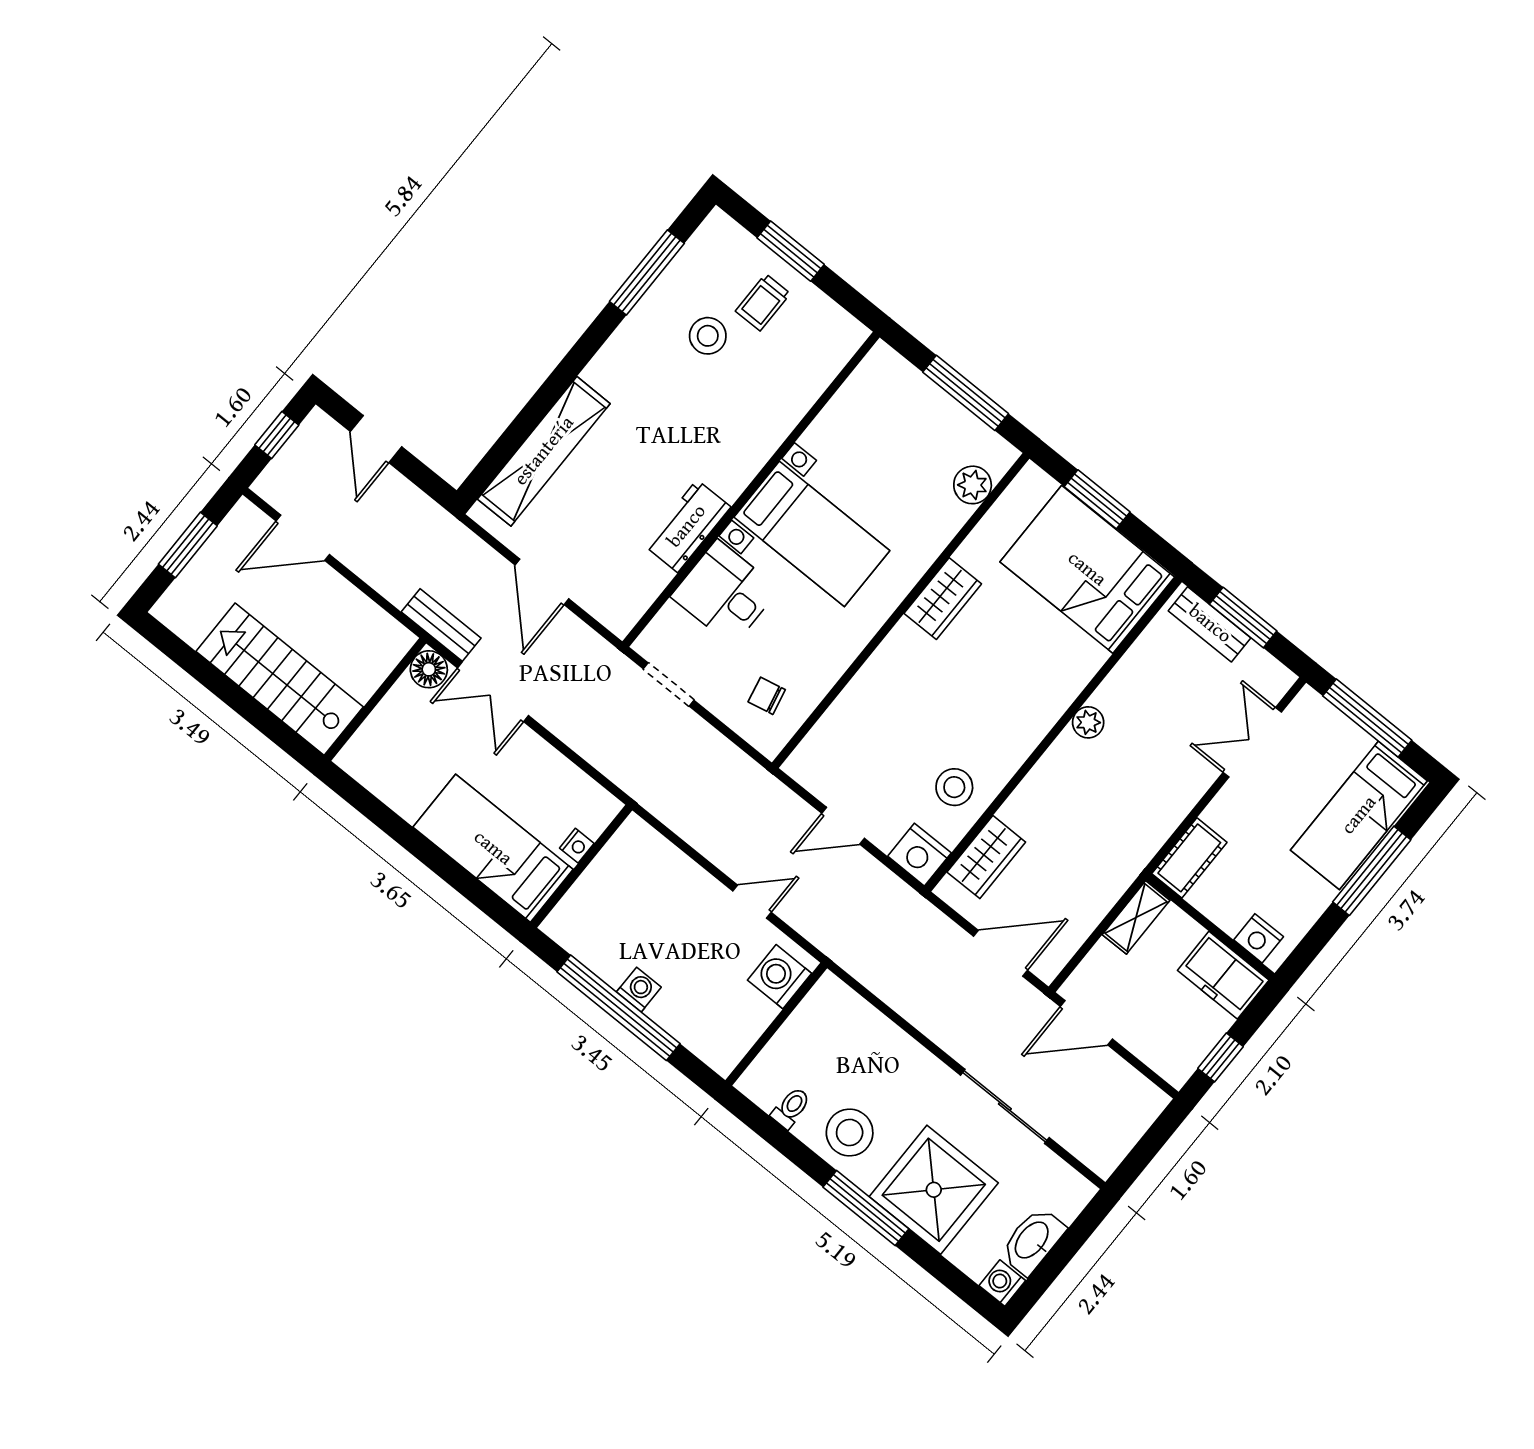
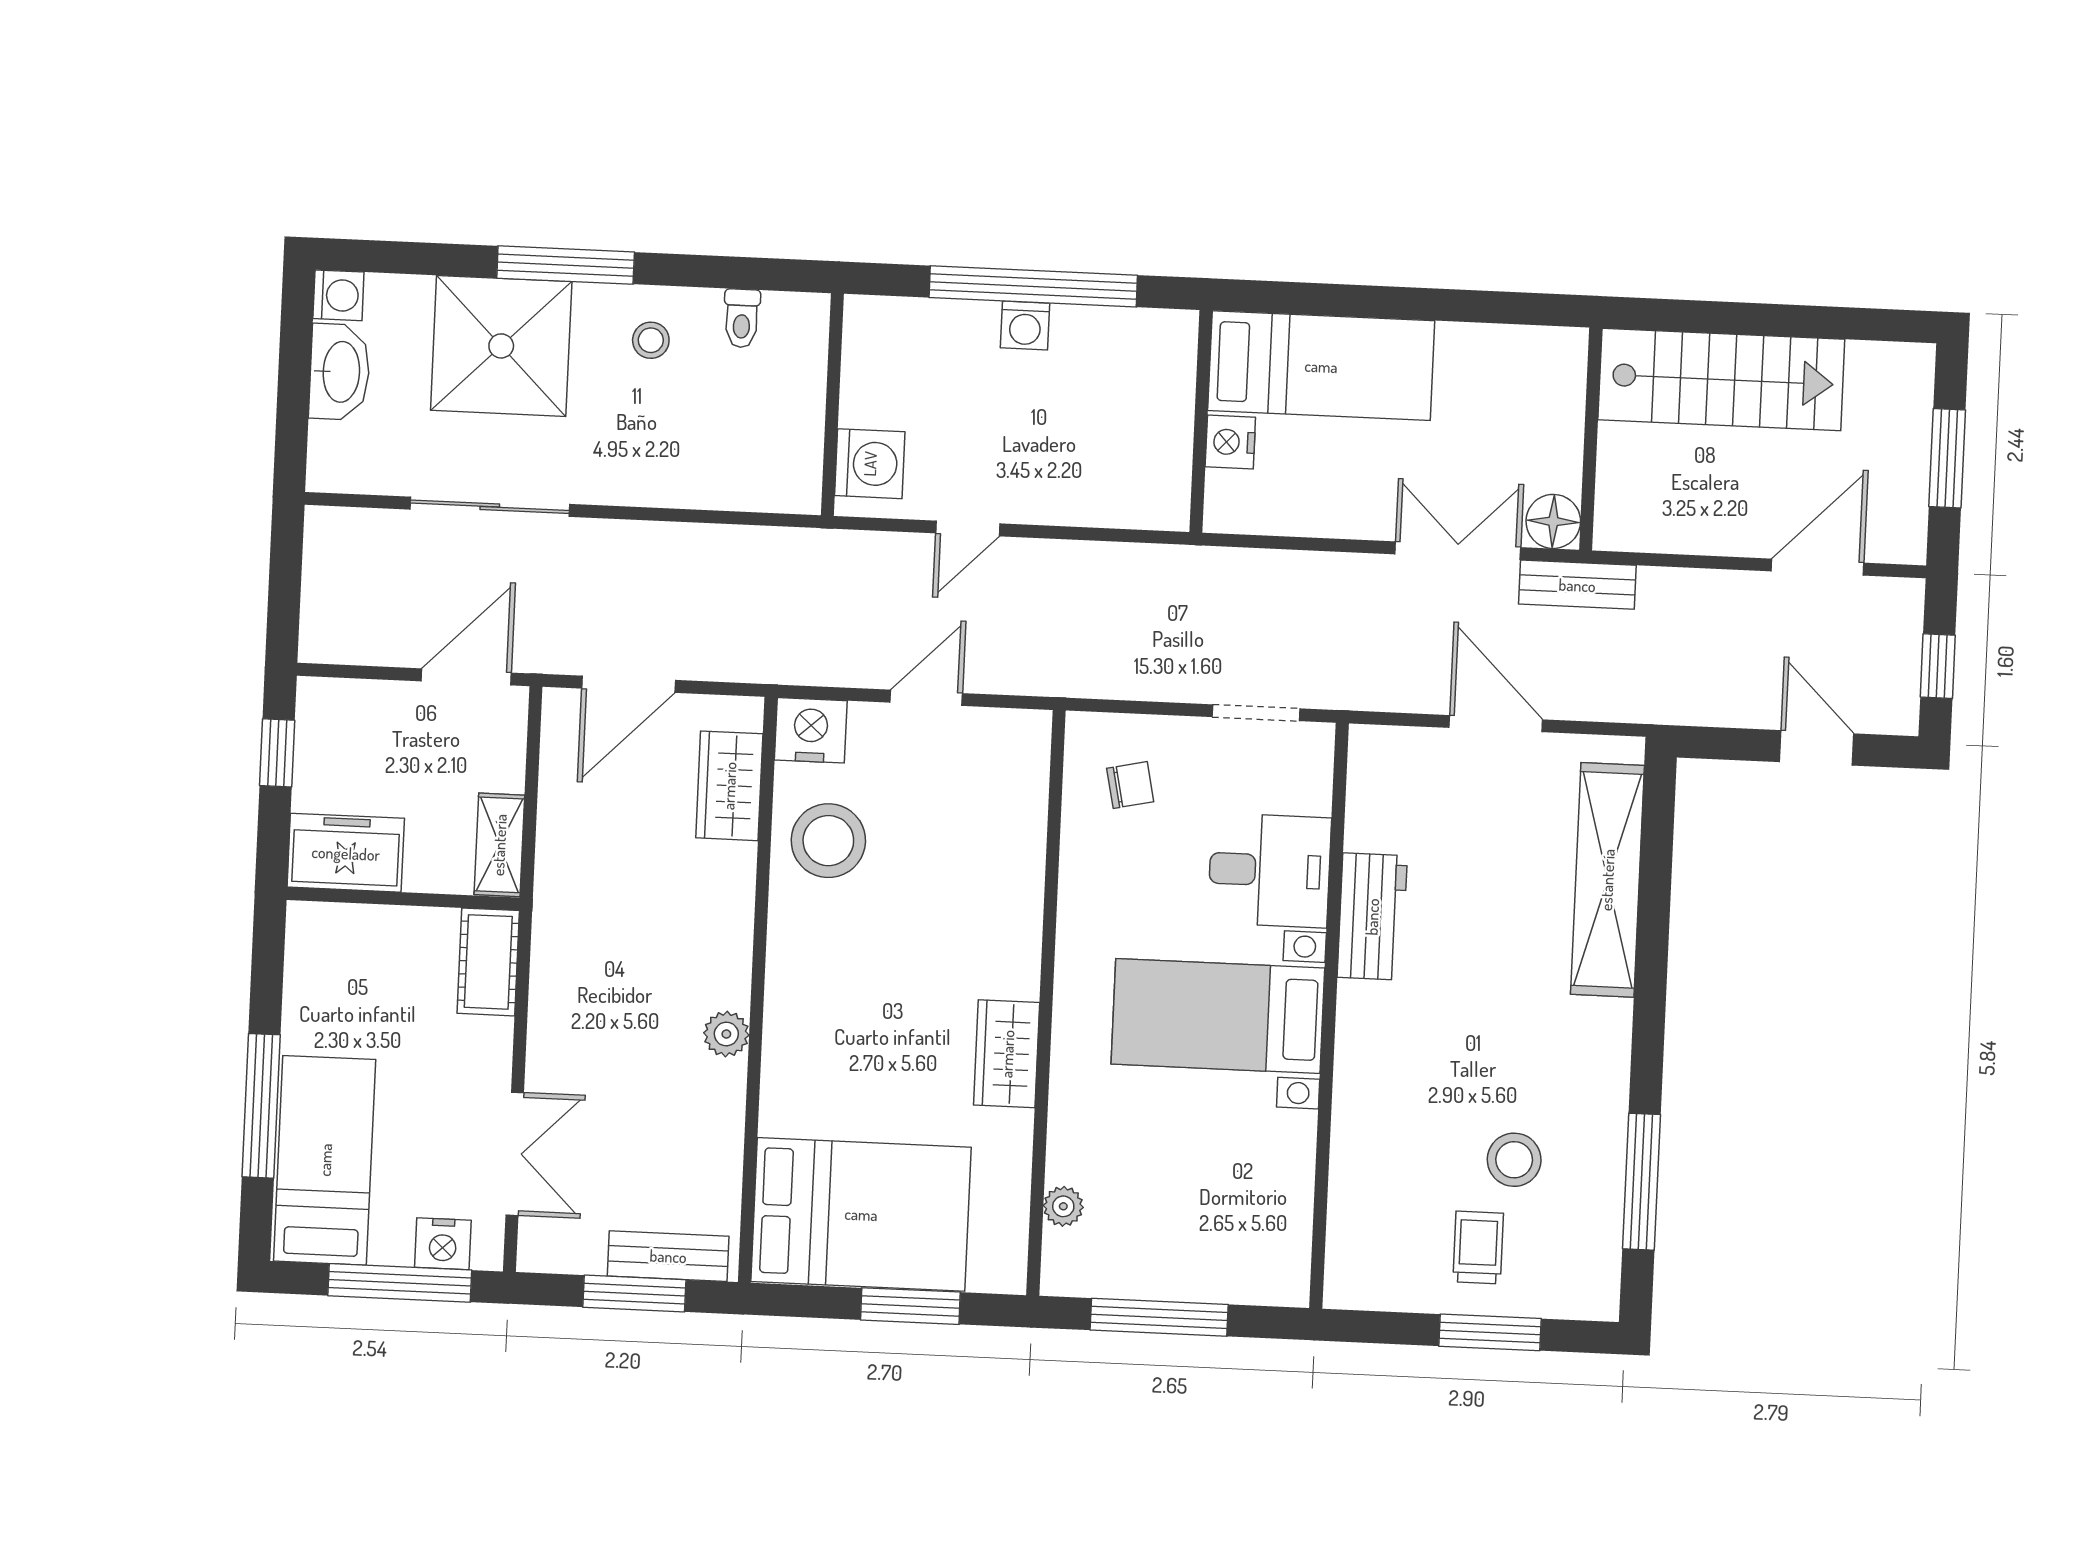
plant: (973, 485) -> (1063, 1206), width x0.73, depth x0.73
stool: (954, 787) -> (828, 841), width x1.38, depth x1.38
nightstand: (577, 846) -> (1230, 442), width x1.39, depth x1.35
nightstand: (1259, 938) -> (443, 1244), moved, turned 180
stool: (850, 1132) -> (651, 340), width x0.53, depth x0.53

